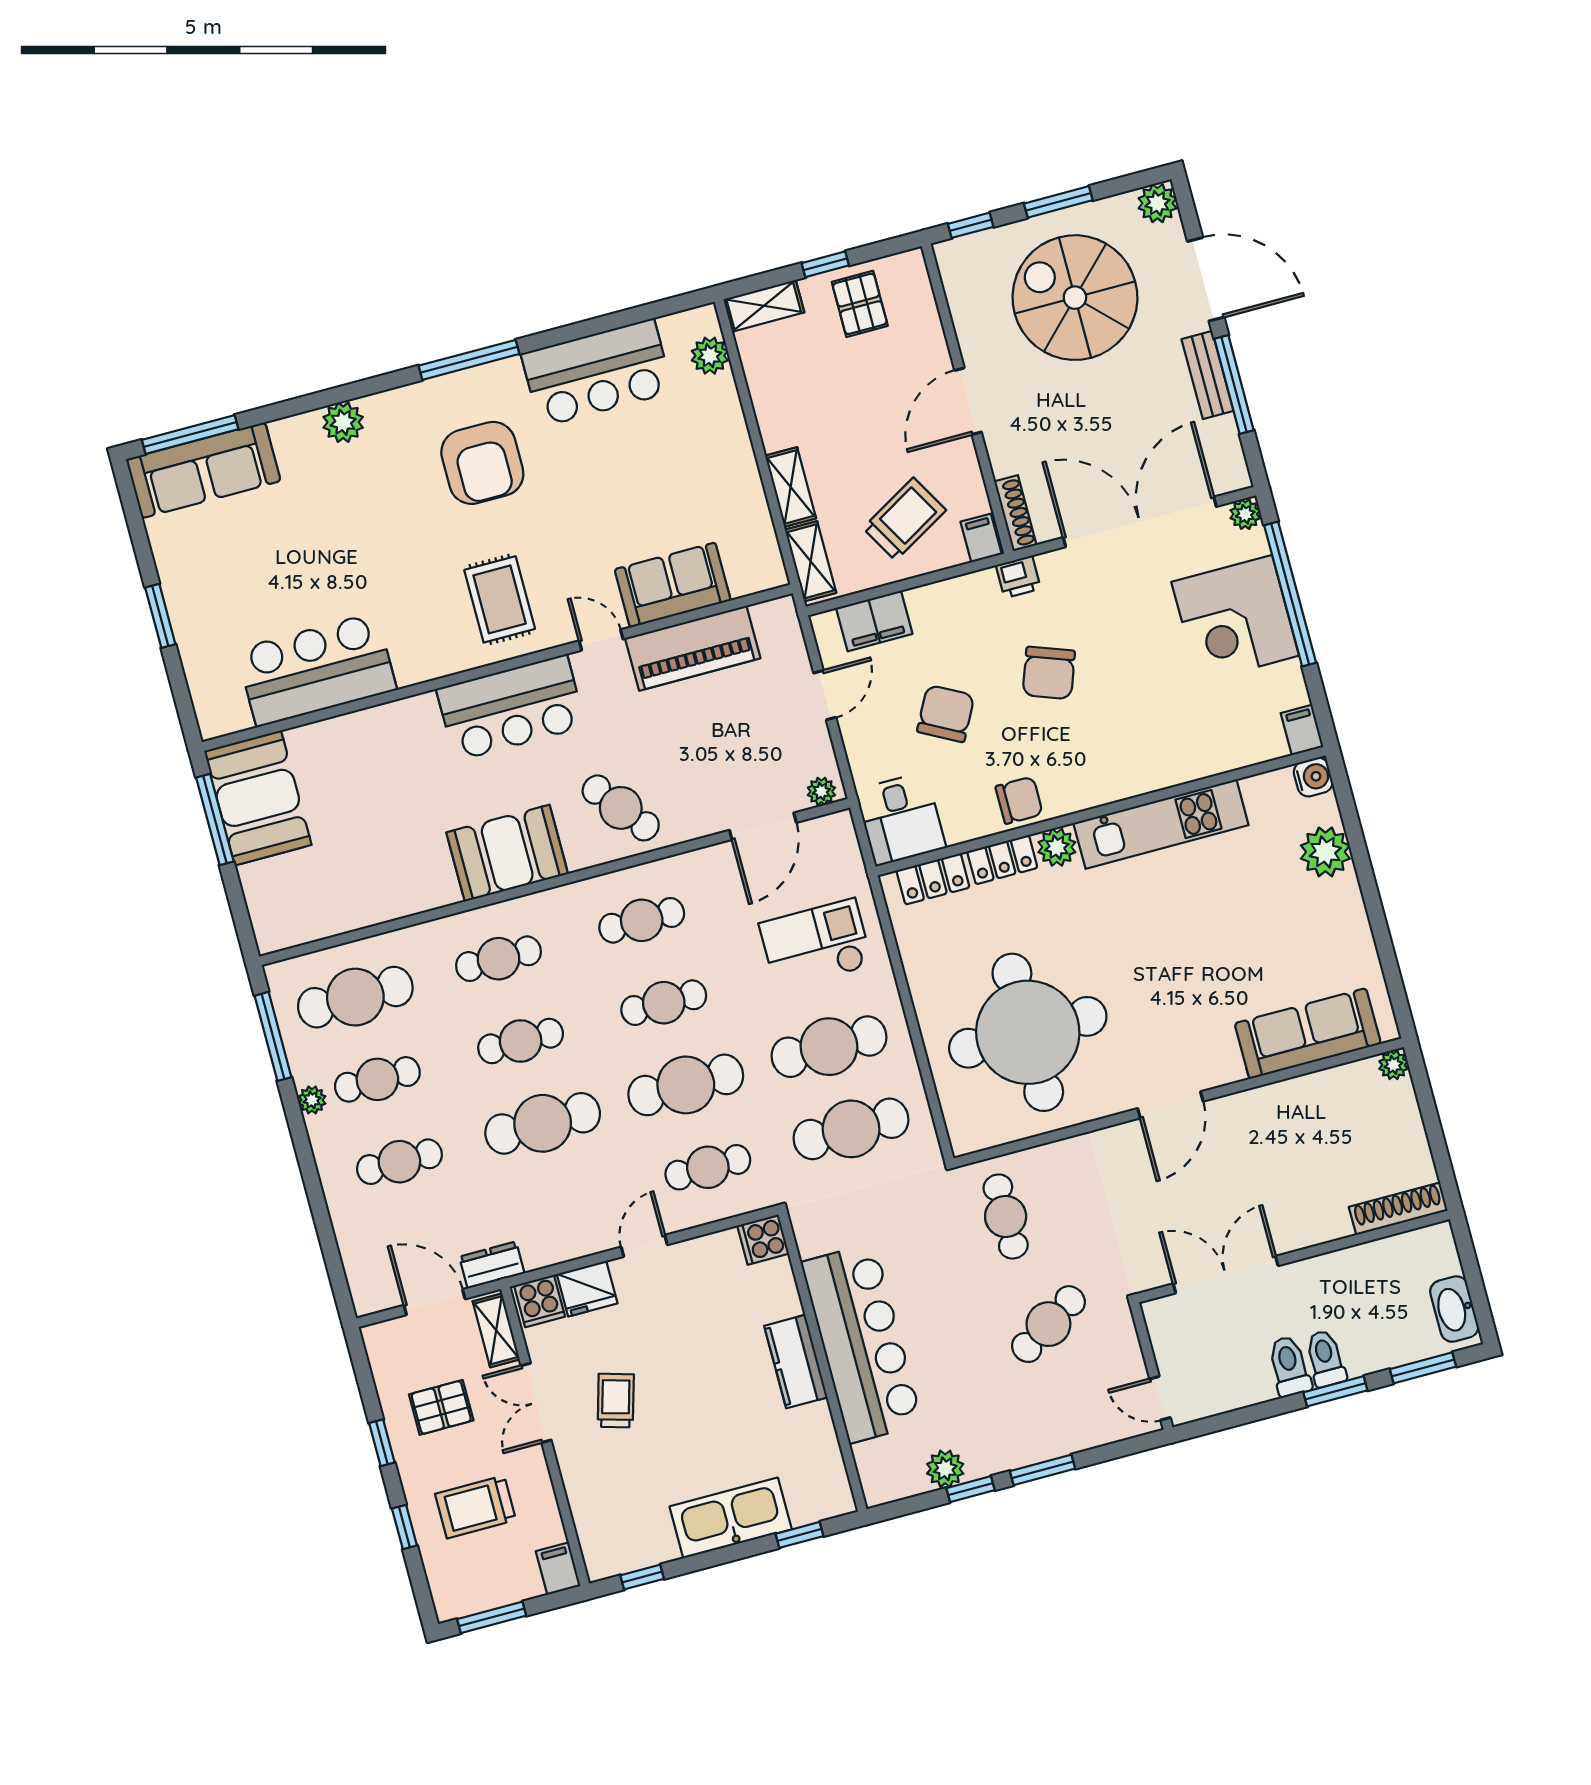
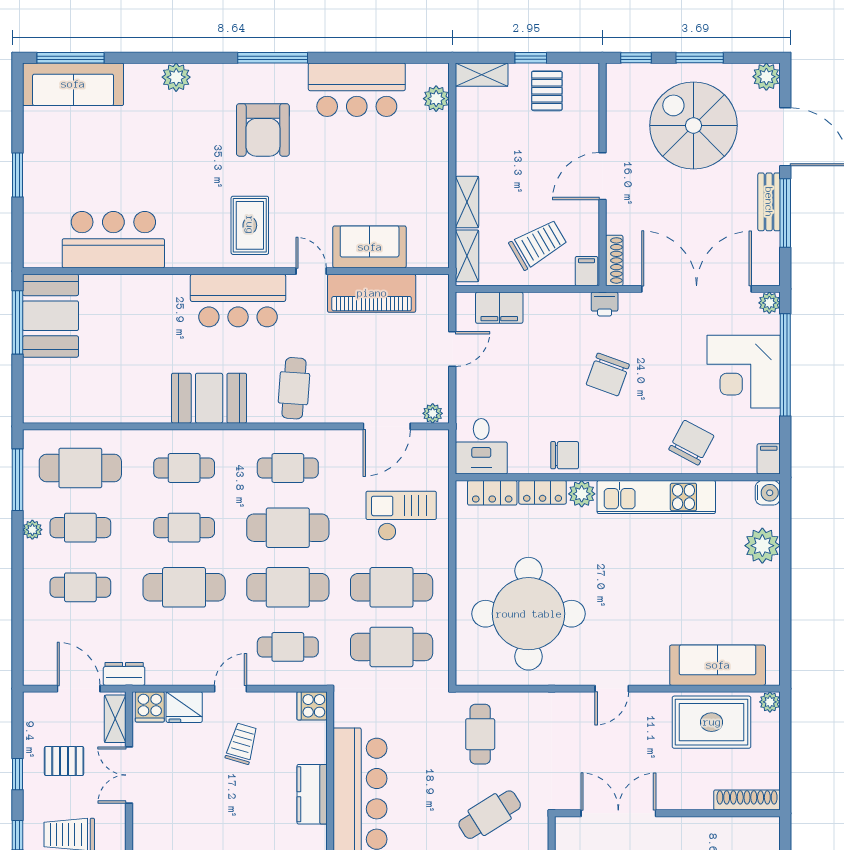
chair: (946, 714) -> (691, 443), moved
cafe table: (621, 808) -> (294, 388), turned 42
cafe table: (664, 1003) -> (288, 528), width x1.37, depth x1.35
door: (1170, 1105) -> (612, 689), width x0.73
rug: (1320, 1114) -> (712, 722), added
trolley: (616, 1401) -> (242, 744), moved

